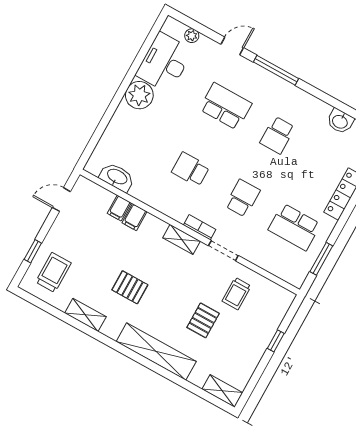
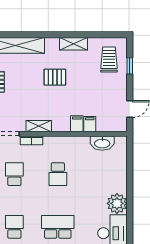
school desk: (226, 106) -> (58, 227), turned 180
school desk: (191, 169) -> (58, 174), turned 90
school desk: (243, 198) -> (14, 174), turned 180
trolley: (53, 272) -> (109, 60), turned 180

